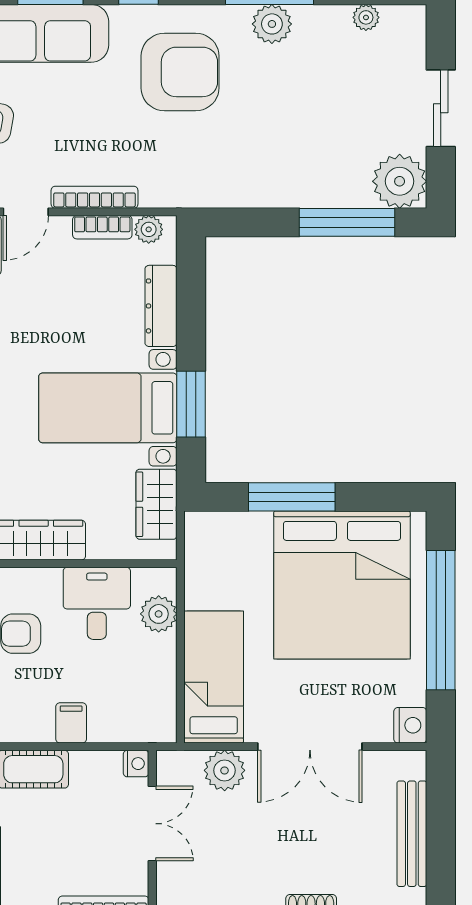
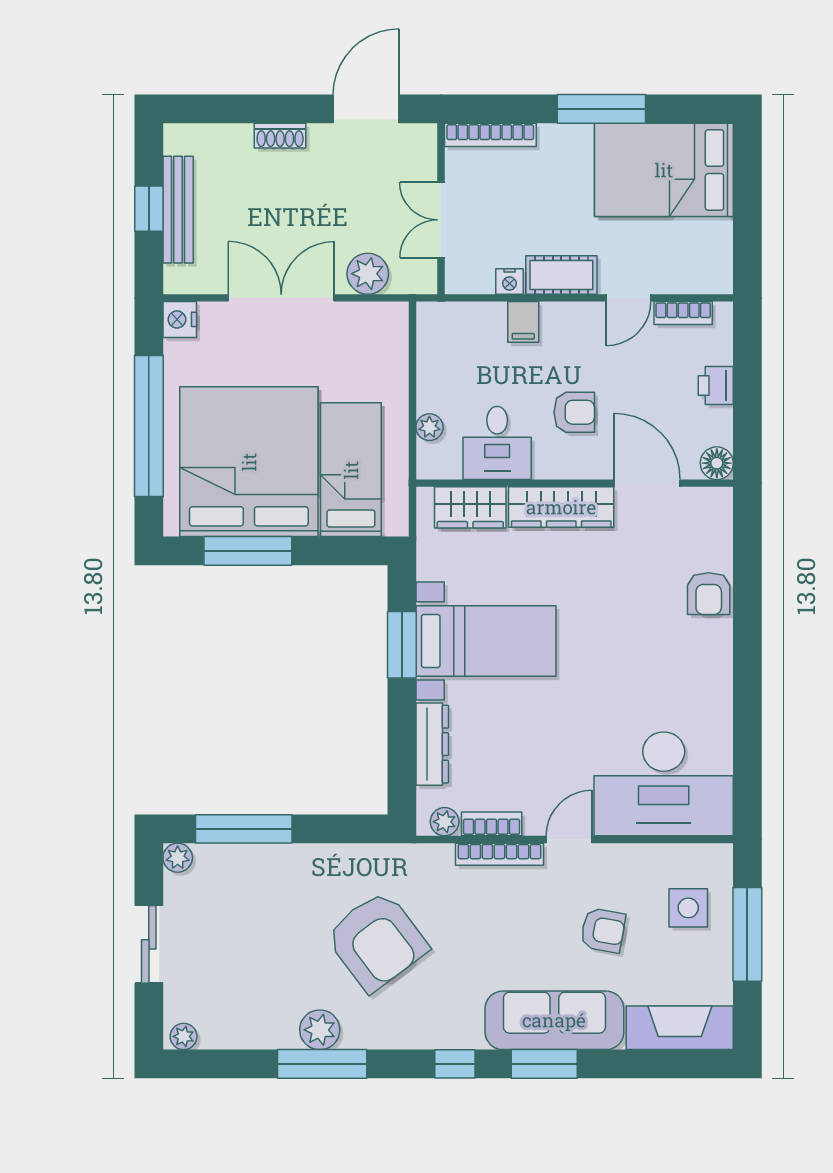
plant: (366, 17) -> (184, 1036), moved
armchair: (180, 72) -> (377, 941), moved, turned -127
plant: (400, 181) -> (178, 858), width x0.53, depth x0.53
window: (292, 497) -> (248, 551), moved
wardrobe: (156, 504) -> (470, 507), moved, turned 90
plant: (159, 614) -> (429, 427), width x0.73, depth x0.73
bed: (214, 677) -> (351, 470), moved, turned 180
nightstand: (136, 764) -> (509, 281), moved, turned -90
window: (441, 835) -> (149, 209), added

